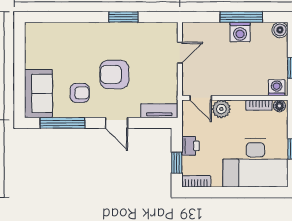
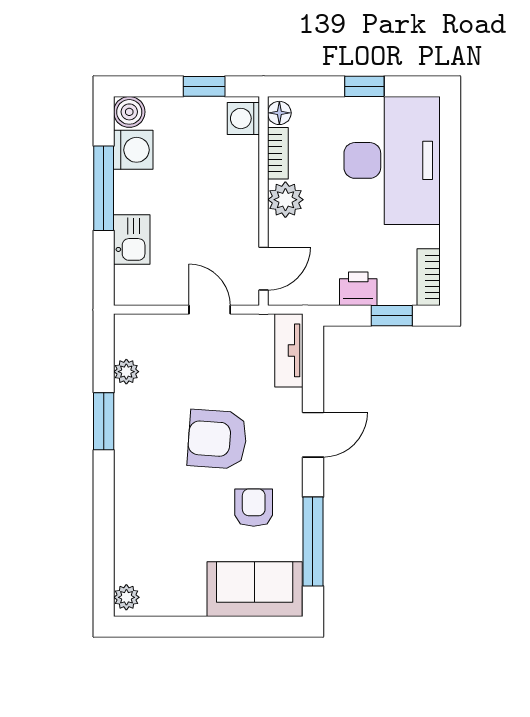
plant: (149, 28) -> (126, 372), added
plant: (34, 29) -> (126, 597), added
kitchen sink: (215, 31) -> (132, 239), added
washing machine: (240, 32) -> (133, 150), moved
door: (180, 53) -> (210, 310), moved
armchair: (114, 74) -> (217, 439), turned 94
plant: (221, 109) -> (285, 200), moved

